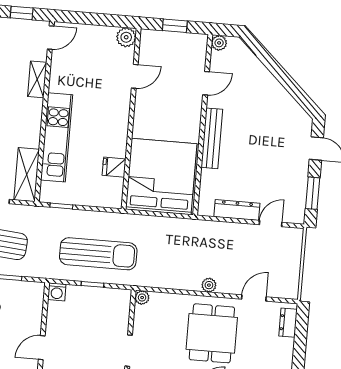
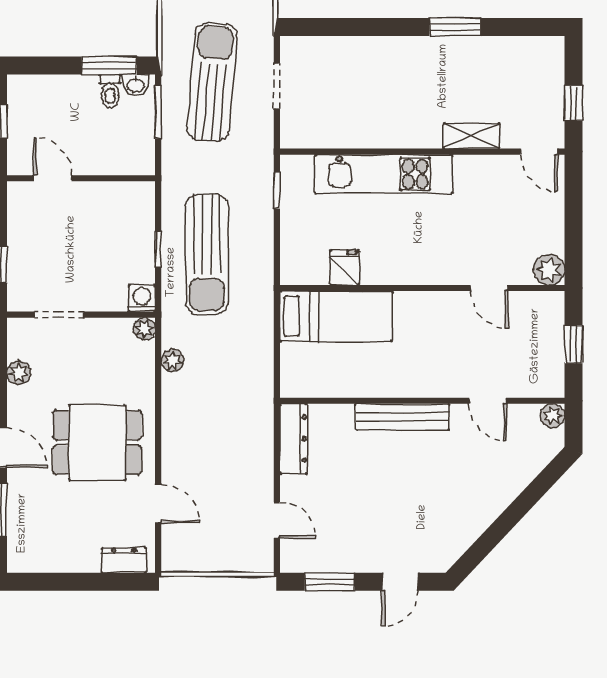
shelving: (27, 175) -> (321, 132), removed
bed: (161, 177) -> (336, 316), width x0.49
dresser: (237, 210) -> (294, 439), moved
plant: (209, 285) -> (172, 361), moved
washing machine: (57, 292) -> (142, 298), moved, turned 90

